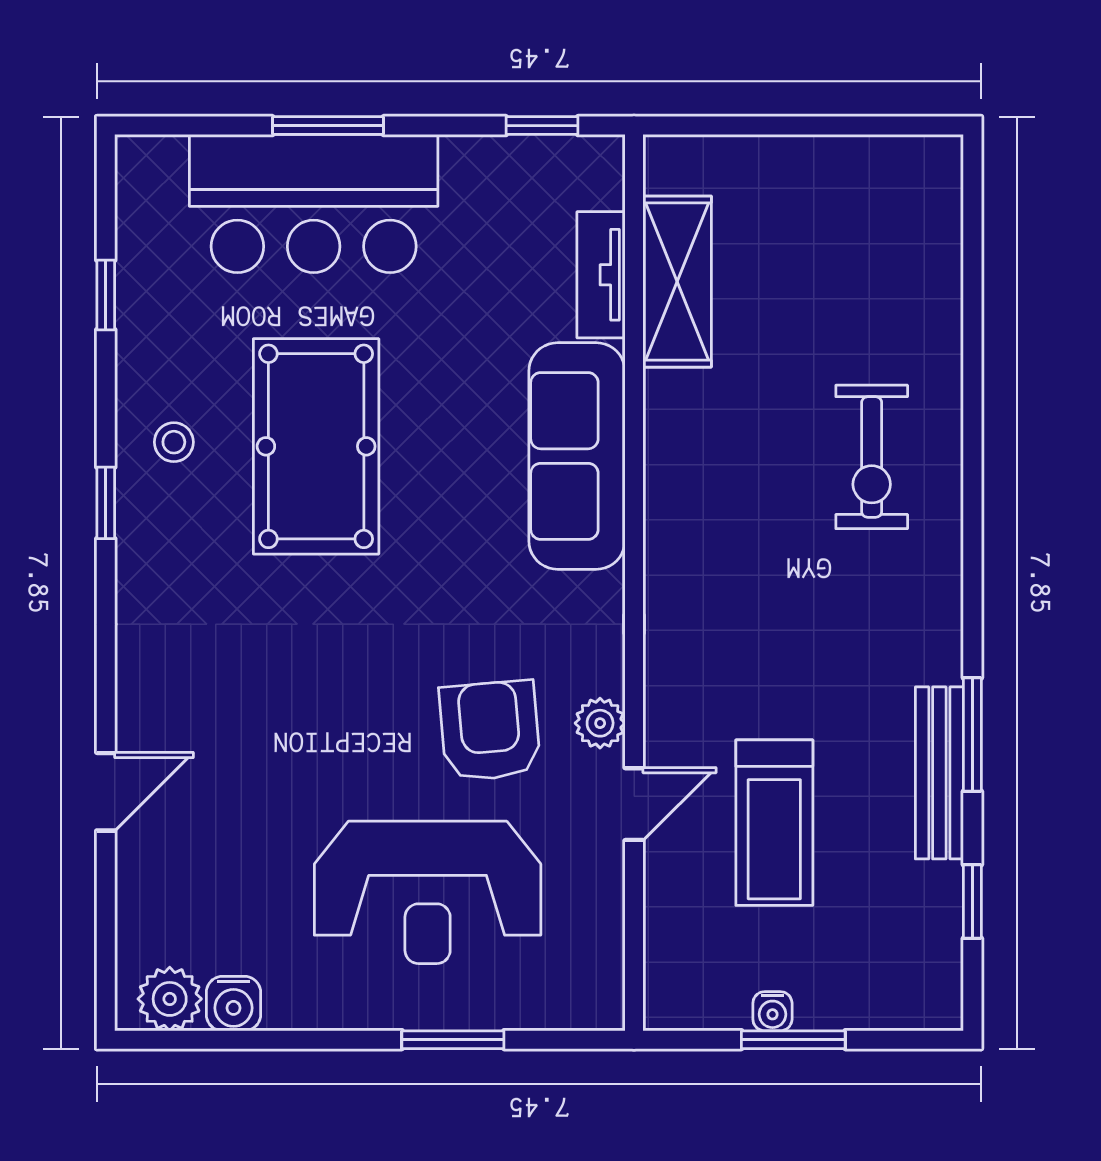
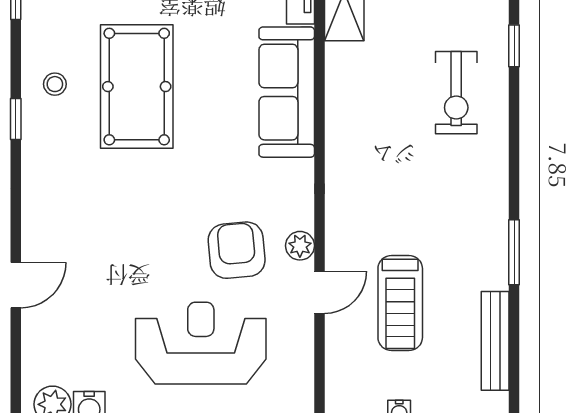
bench: (939, 773) -> (495, 341), moved
reception desk: (428, 892) -> (201, 343), turned 180
window: (972, 902) -> (514, 46), moved

